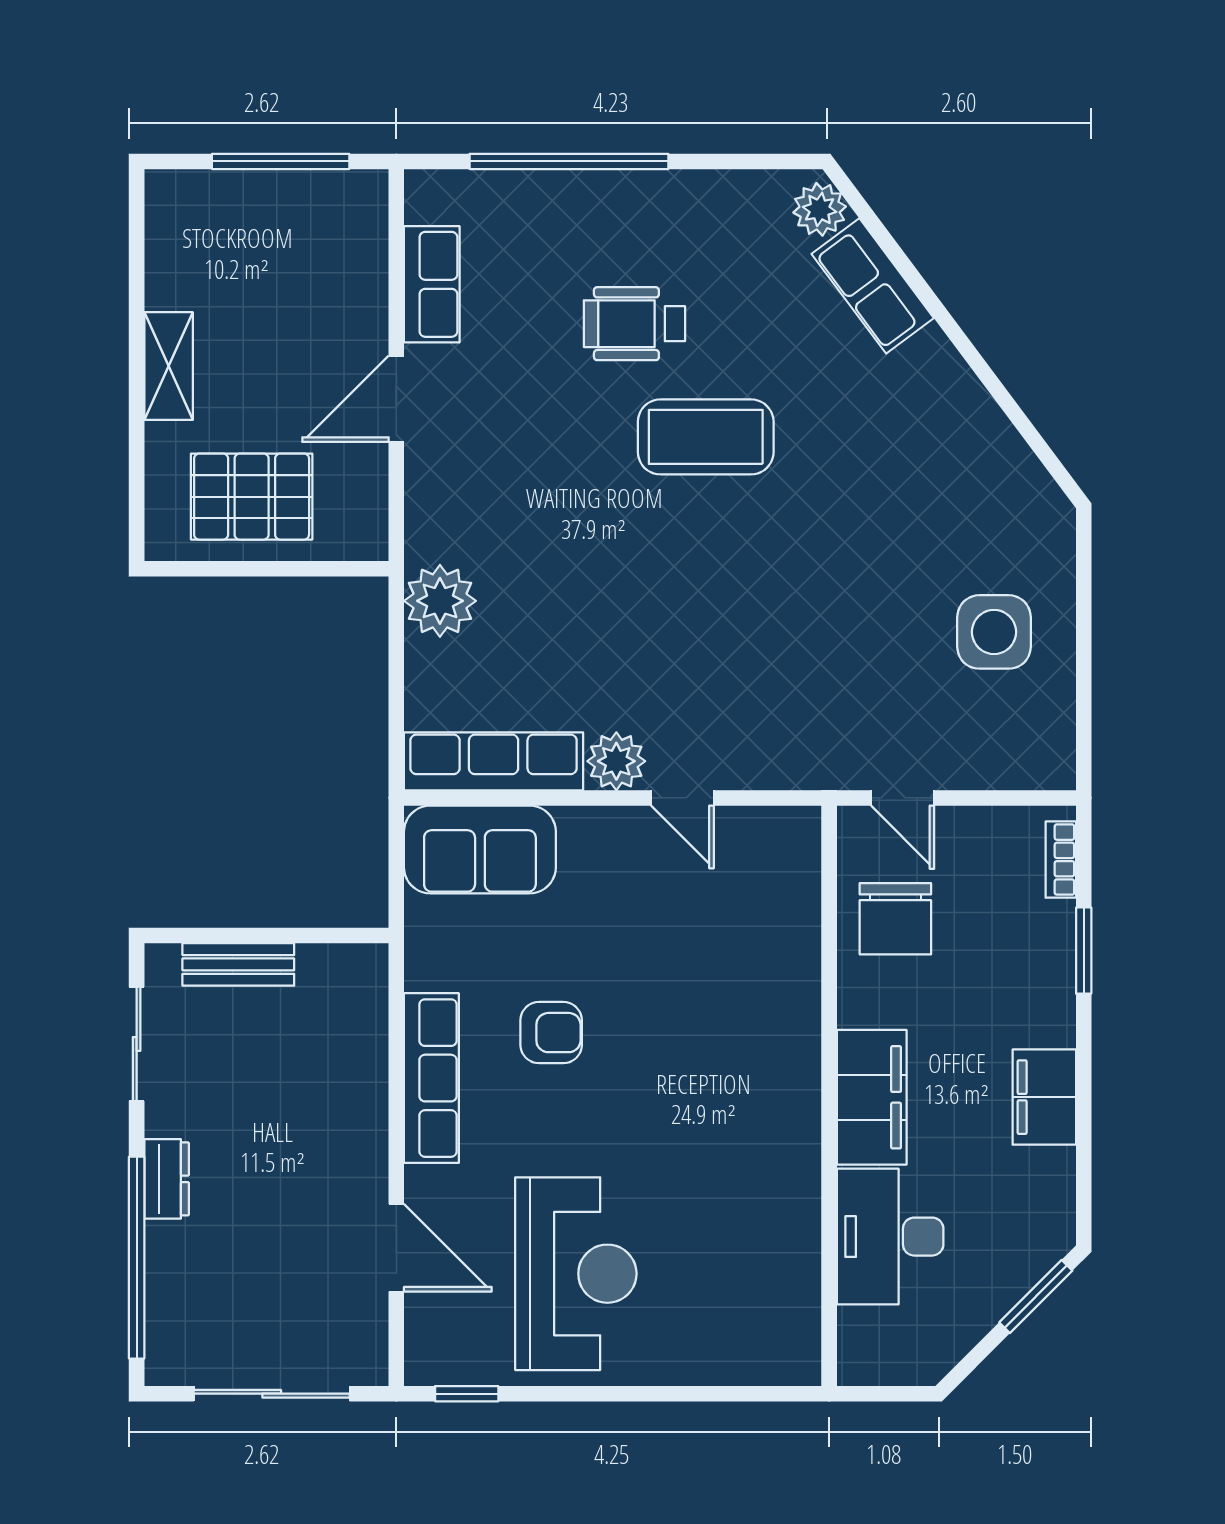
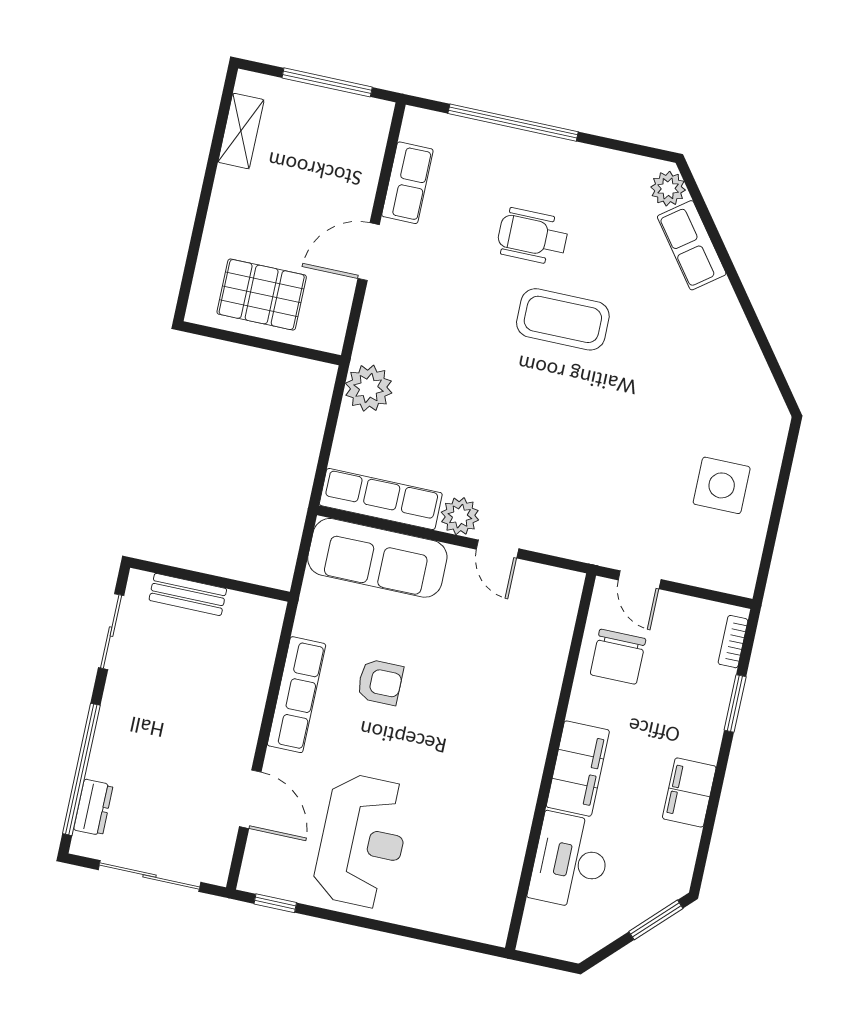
shelving: (169, 366) -> (241, 131), moved
sofa: (480, 850) -> (377, 558), width x1.36
dresser: (167, 1179) -> (93, 807), moved

